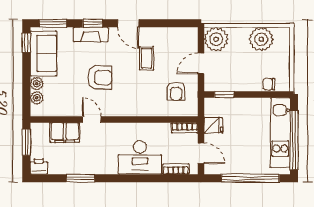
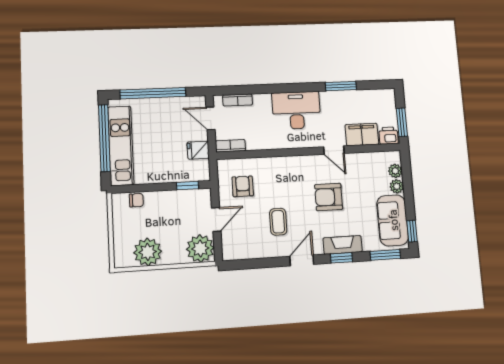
door: (128, 23) -> (302, 260), hinge flipped
desk: (140, 157) -> (296, 110), moved
printer: (39, 166) -> (388, 136), moved, turned 180

